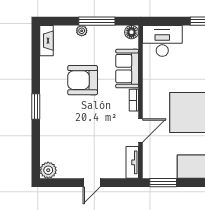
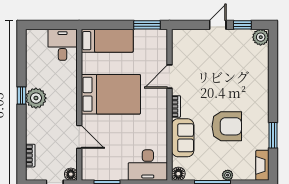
window: (36, 106) -> (273, 135), moved
tv unit: (132, 162) -> (178, 45), removed
window: (67, 183) -> (242, 25), added

